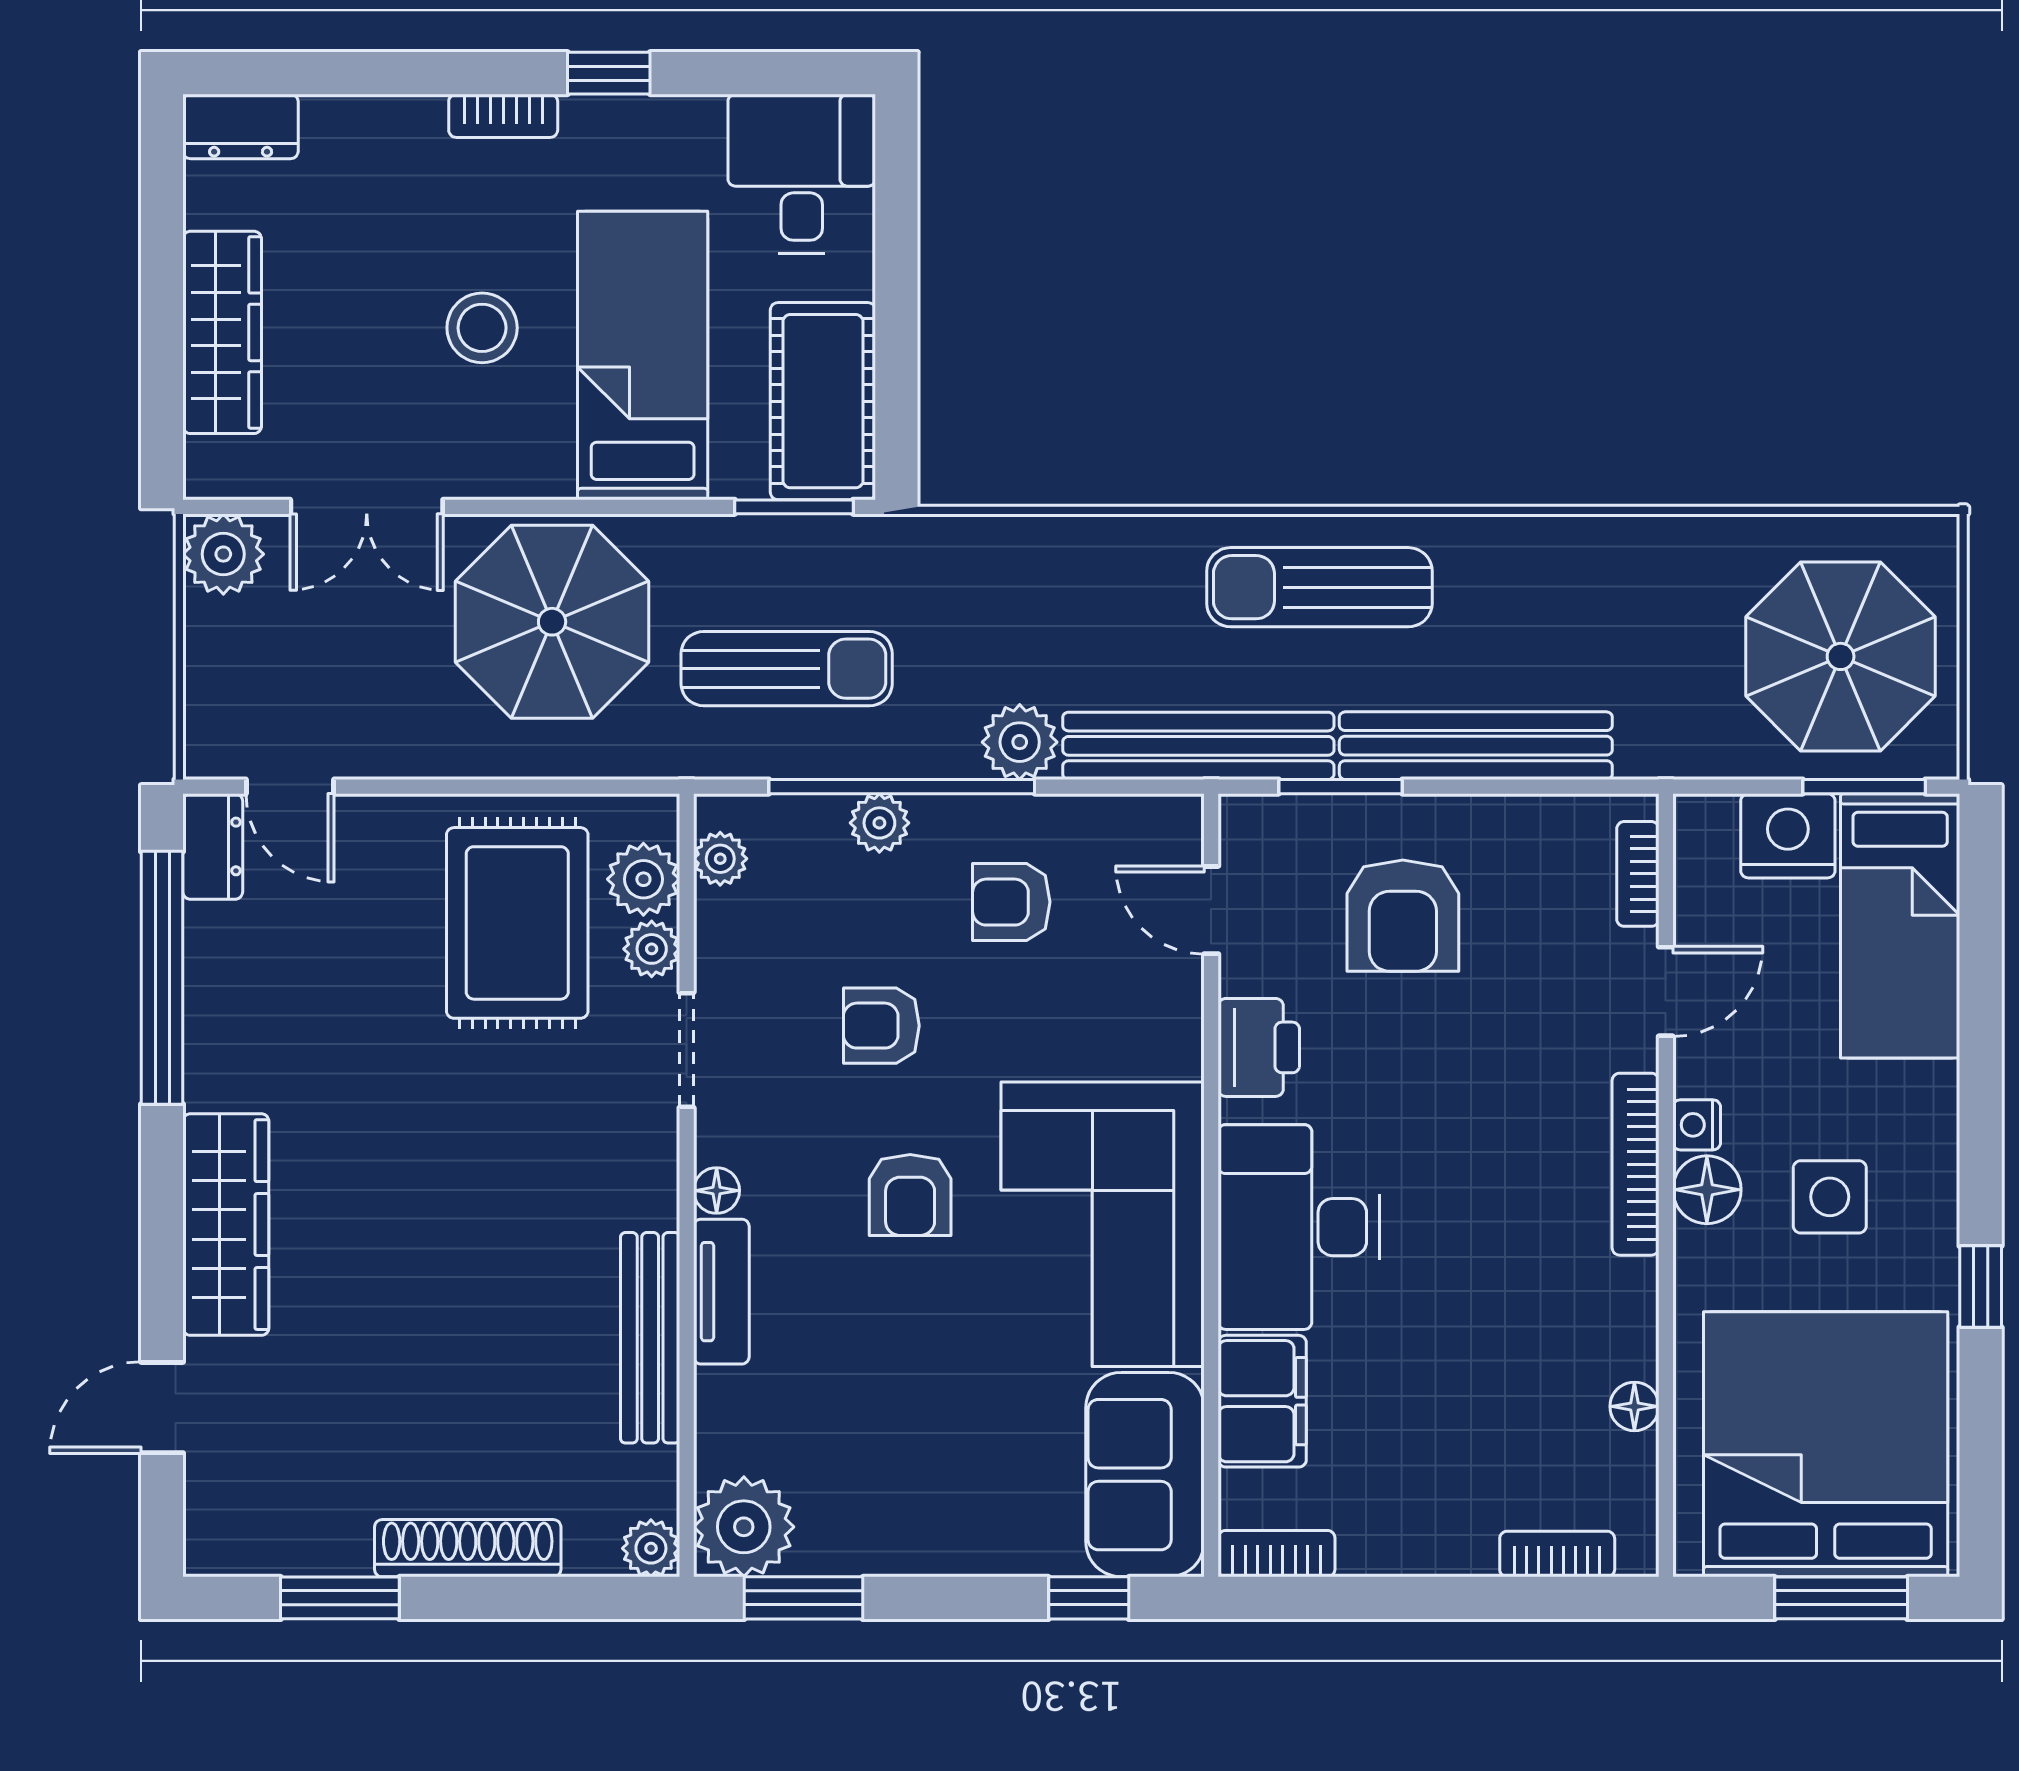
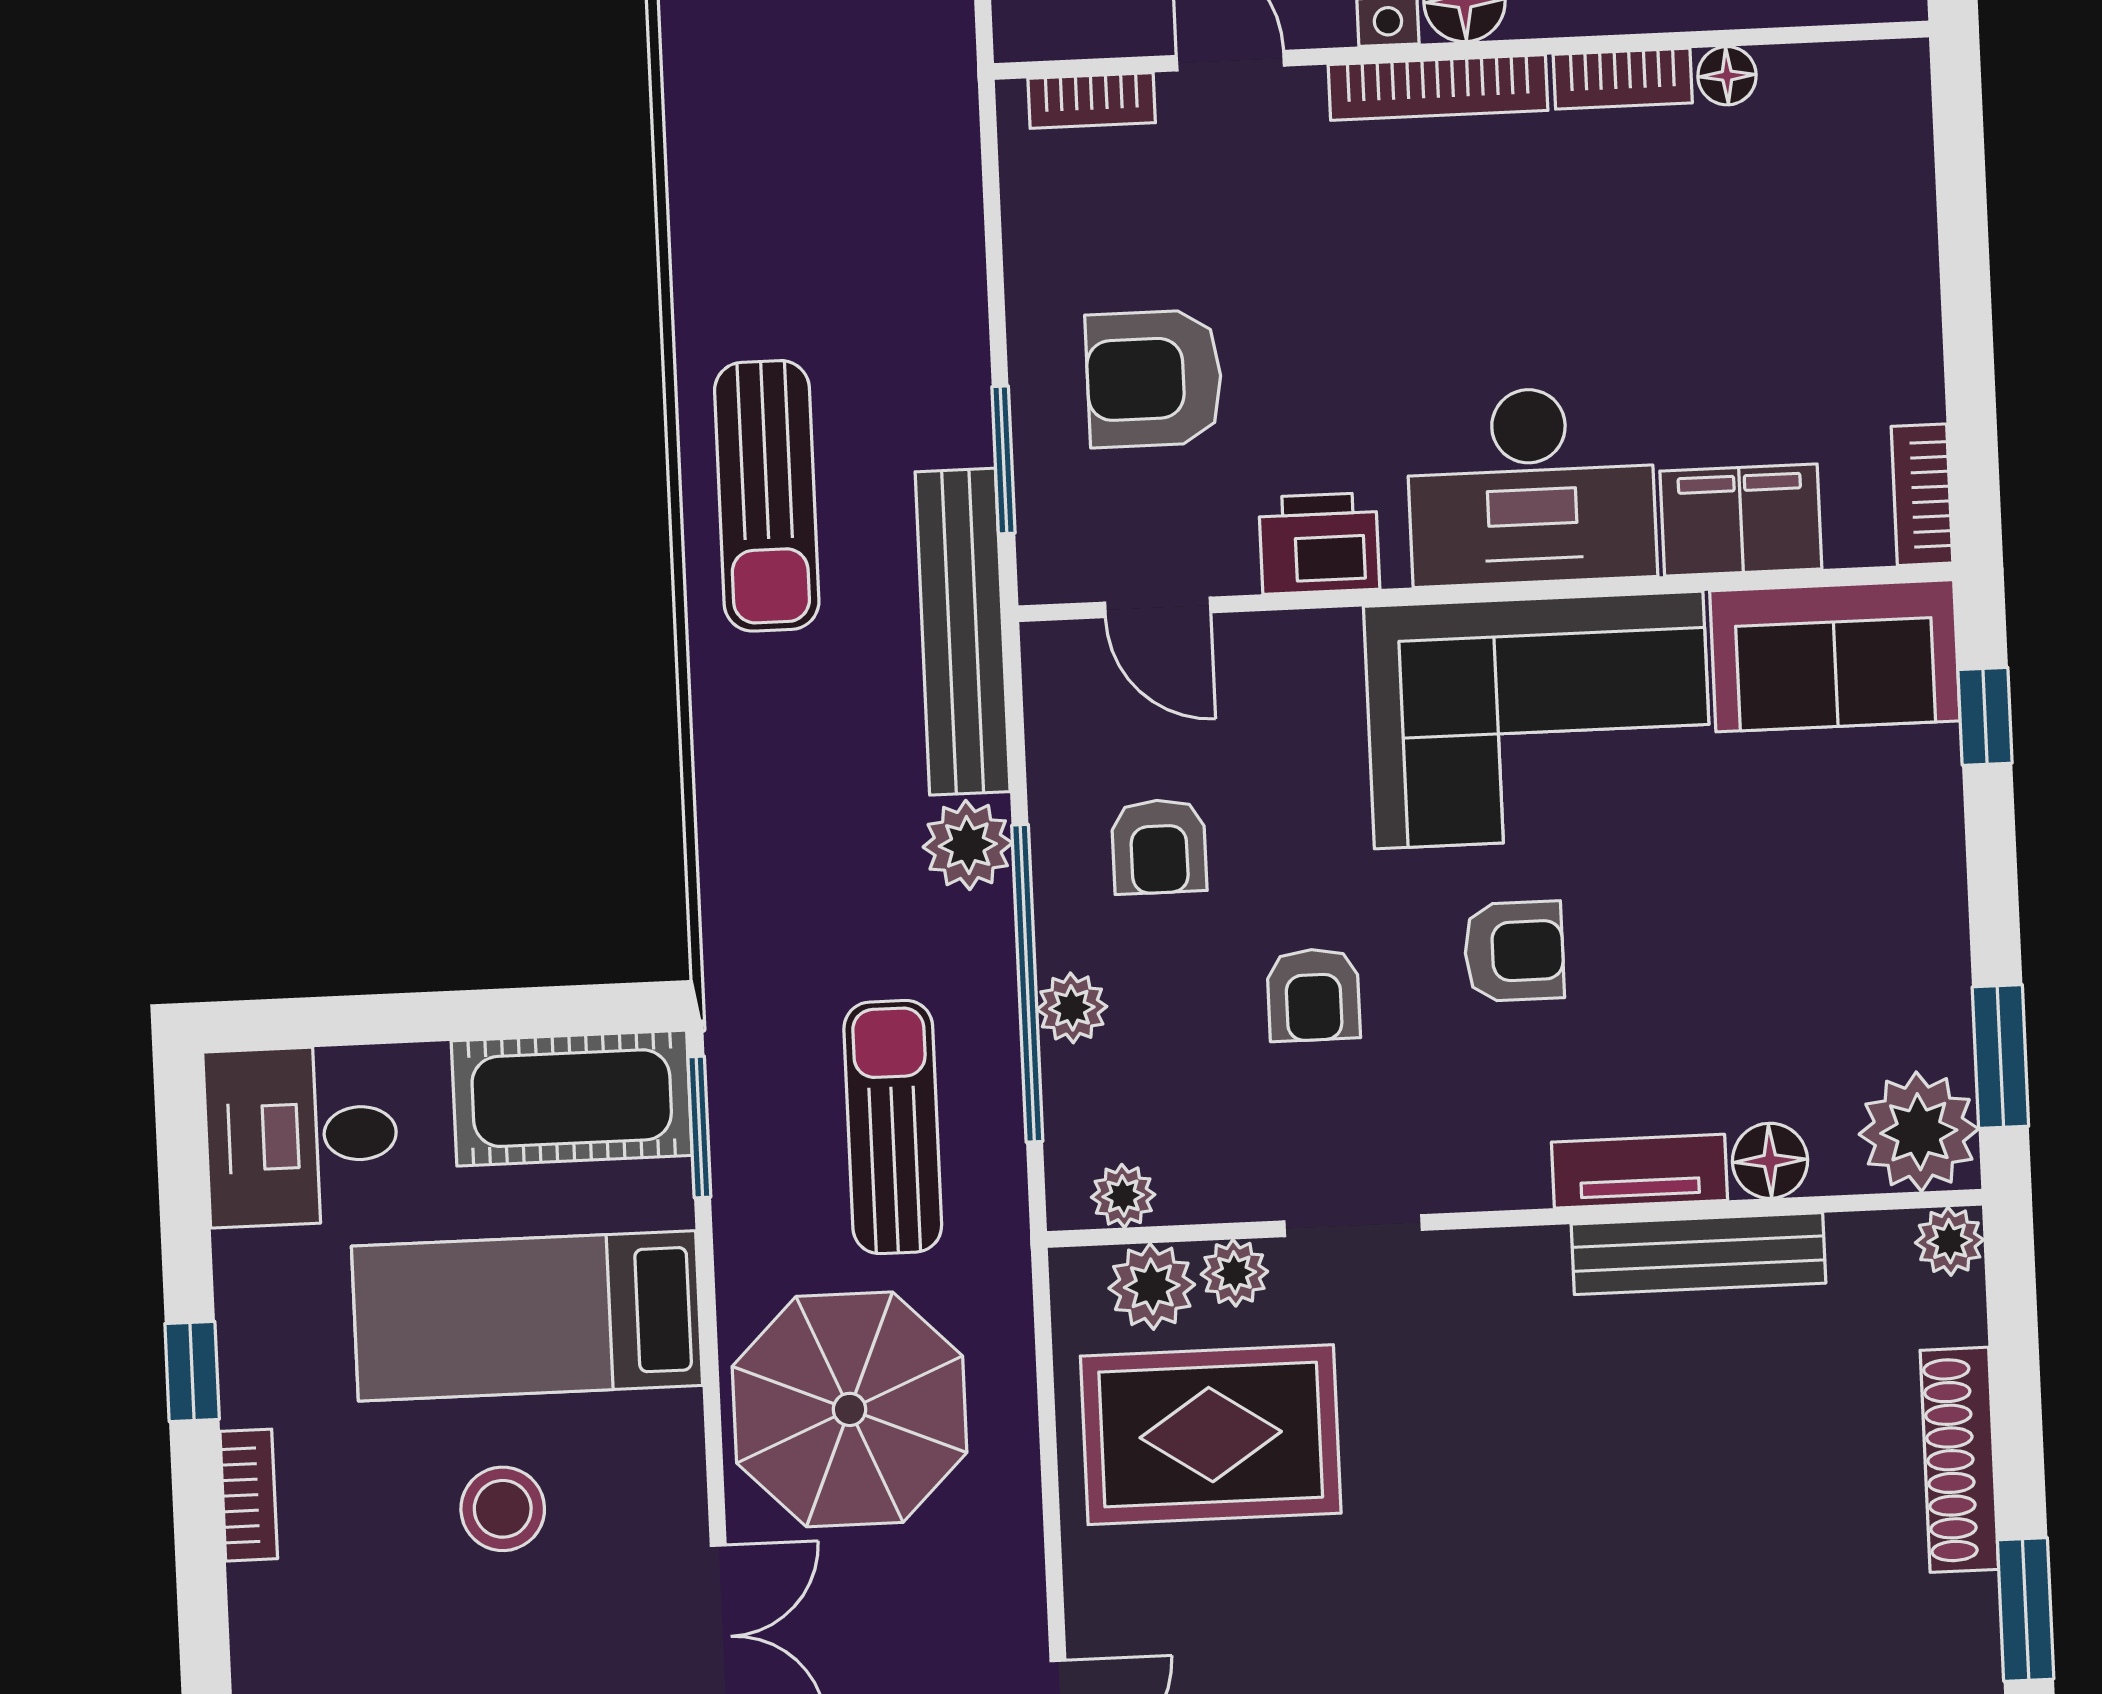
bench: (1476, 746) -> (947, 301), removed
door: (1211, 910) -> (1158, 607), hinge flipped
armchair: (1403, 916) -> (1154, 379), turned 180
floor lamp: (717, 1191) -> (1770, 1161), moved, width x1.37, depth x1.37
bookcase: (1557, 1554) -> (1623, 79), moved, turned -90

